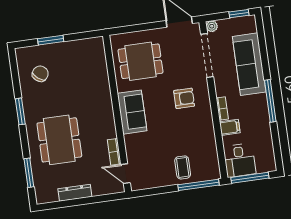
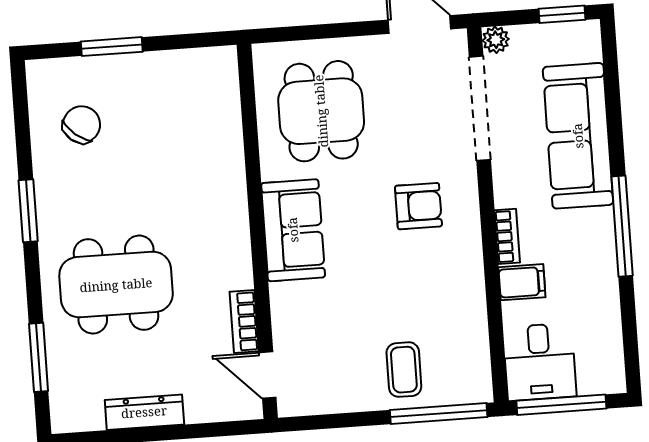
dining table: (141, 61) -> (321, 111), turned 90
dining table: (59, 140) -> (116, 285), turned 90

